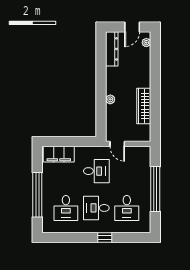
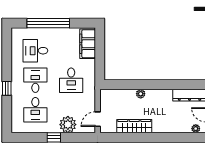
door: (117, 144) -> (98, 119), moved
plant: (142, 174) -> (68, 125), added
window: (155, 189) -> (54, 137), width x0.32
desk: (127, 208) -> (35, 110), turned -90

